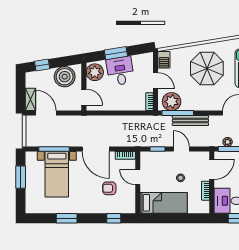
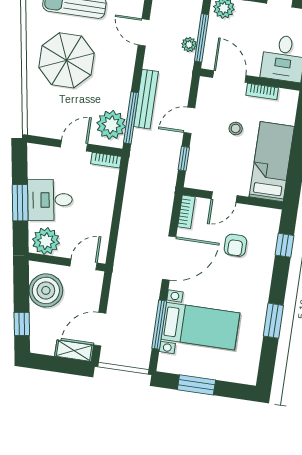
barbecue: (164, 60) -> (42, 127), removed

